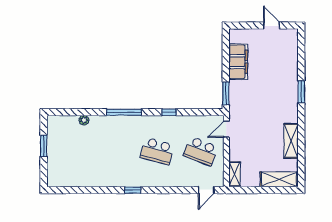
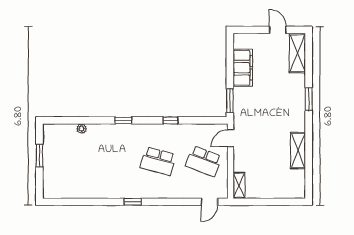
window: (124, 112) -> (123, 120), width x0.46
shelving: (279, 179) -> (297, 53), moved, turned 90

